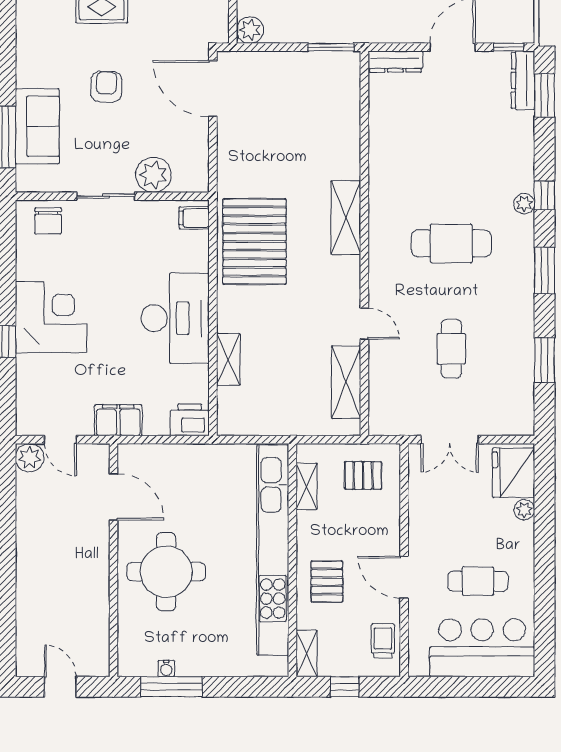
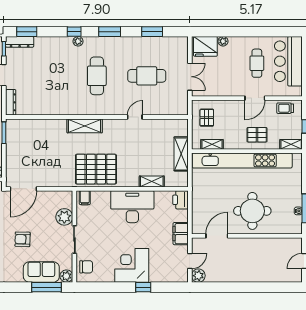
plant: (29, 179) -> (66, 276), added
cafe table: (451, 349) -> (147, 76), width x1.37, depth x1.35
shelving: (346, 382) -> (181, 154), moved, turned 90

